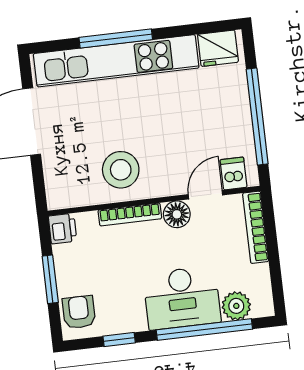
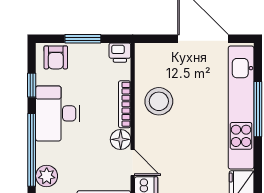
desk: (182, 298) -> (57, 113), moved
armchair: (79, 312) -> (56, 57), turned 90

